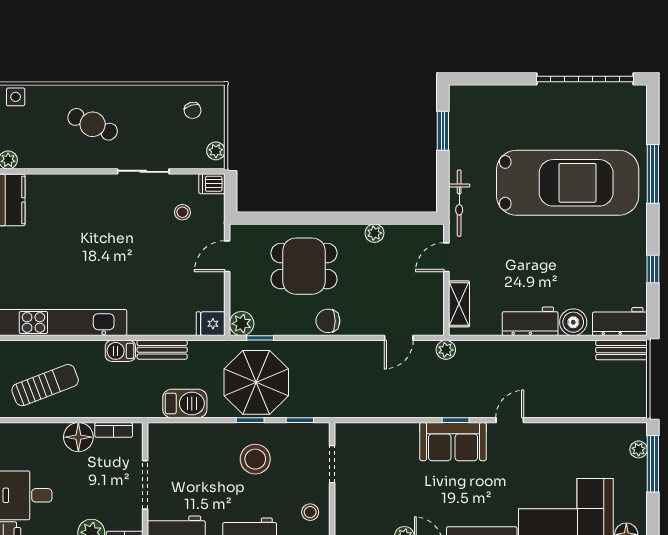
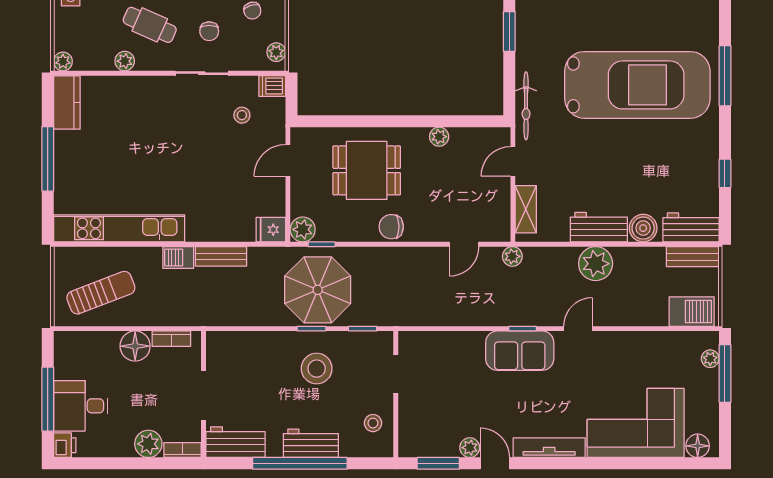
chair: (151, 131) -> (209, 31), added
plant: (68, 160) -> (125, 61), added
plant: (527, 357) -> (596, 264), added
barbecue: (185, 403) -> (692, 312), moved

